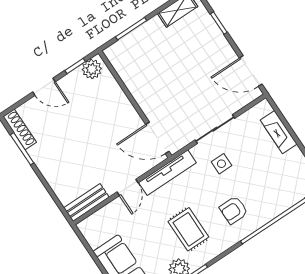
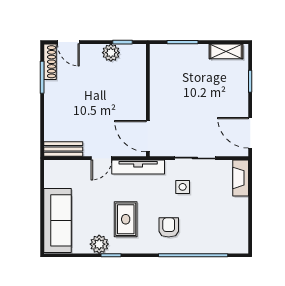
plant: (92, 69) -> (111, 53), moved
door: (44, 87) -> (68, 42), moved
fireplace: (279, 132) -> (241, 178), moved
armchair: (234, 210) -> (169, 227), turned 90

